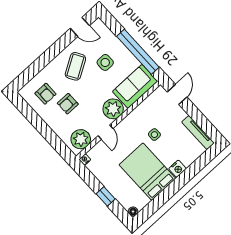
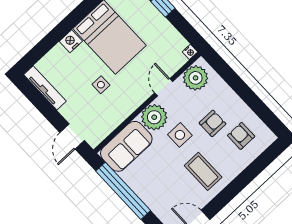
side table: (105, 62) -> (180, 135), moved
coffee table: (75, 66) -> (203, 171), turned -59

